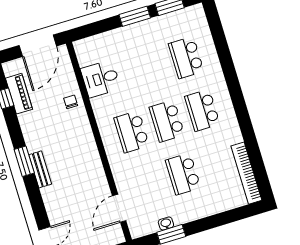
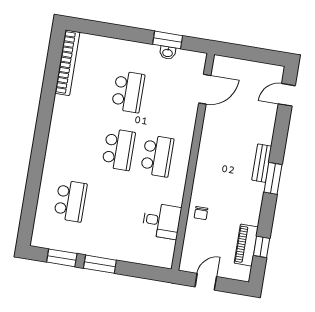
door: (38, 46) -> (206, 282), width x0.53
school desk: (202, 110) -> (80, 143), removed

